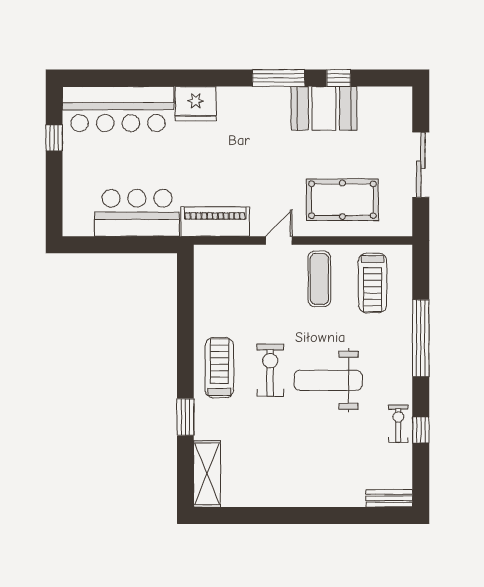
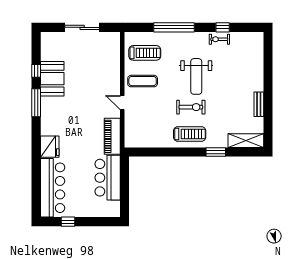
pool table: (342, 200) -> (101, 69), removed
treadmill: (219, 368) -> (190, 134), turned 180
exercise bike: (270, 370) -> (191, 107), turned 180
bench: (389, 498) -> (259, 104), moved

